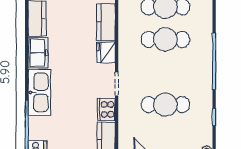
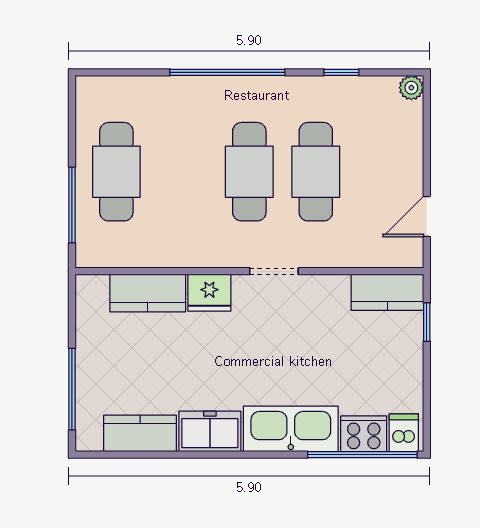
cafe table: (165, 39) -> (249, 172), moved
cooker: (106, 109) -> (364, 434), moved, turned 180

